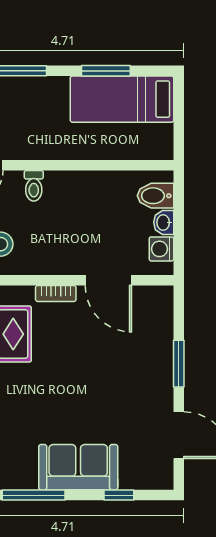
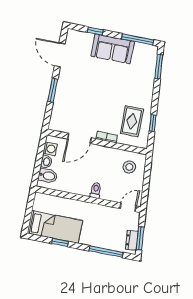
window: (106, 71) -> (60, 243), width x0.67
toilet: (34, 186) -> (96, 190), moved
door: (108, 280) -> (79, 138), swing flipped

